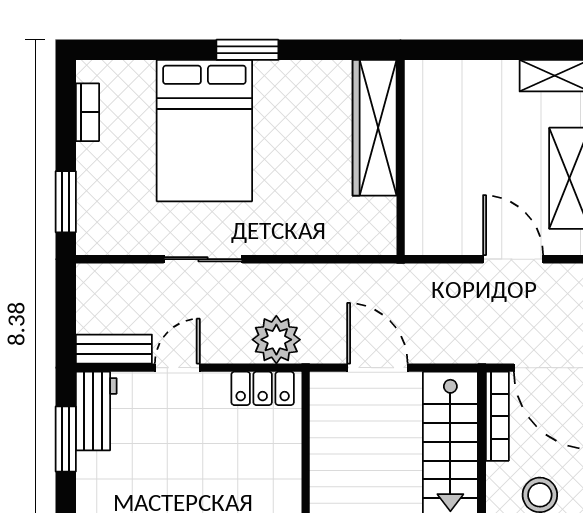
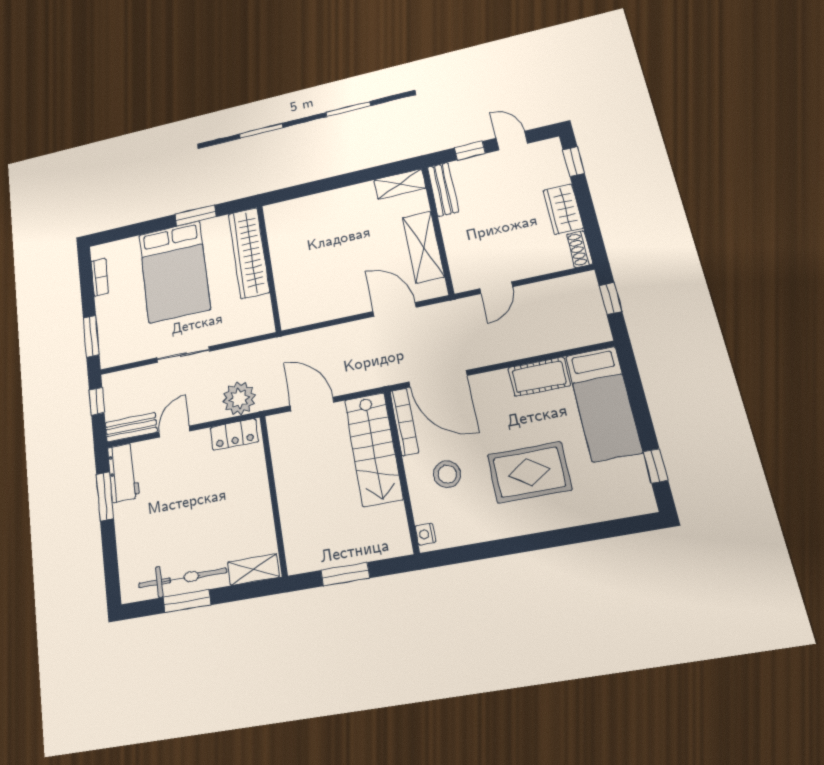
wardrobe: (375, 128) -> (249, 253), moved
wall: (401, 158) -> (269, 268), moved
window: (66, 301) -> (97, 401), added

